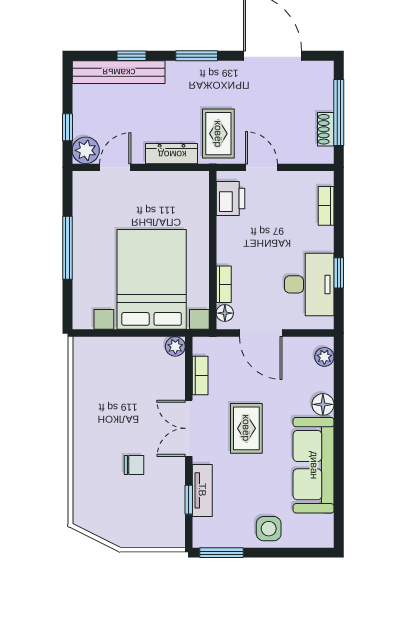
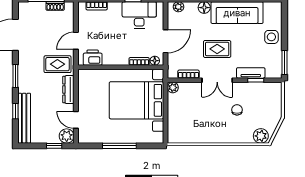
plant: (86, 509) -> (261, 136), added

